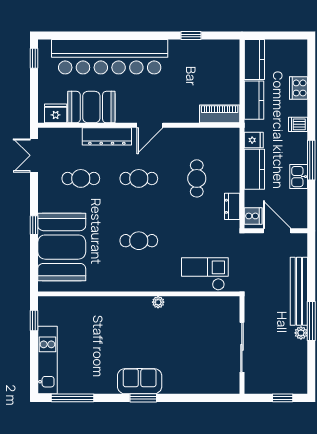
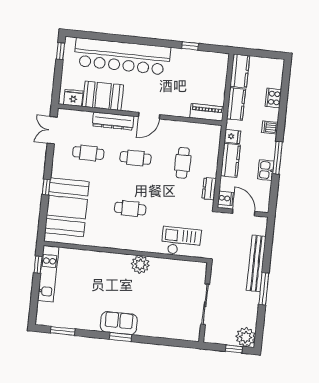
plant: (158, 302) -> (140, 265), width x1.87, depth x1.87
plant: (301, 333) -> (246, 337), moved, width x1.88, depth x1.88
kitchen unit: (47, 360) -> (48, 274), moved
window: (72, 398) -> (63, 331), width x0.69

